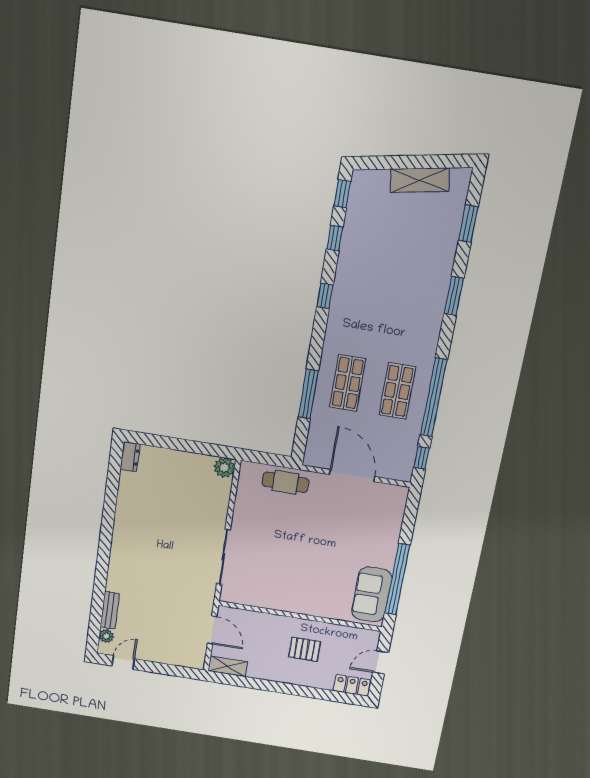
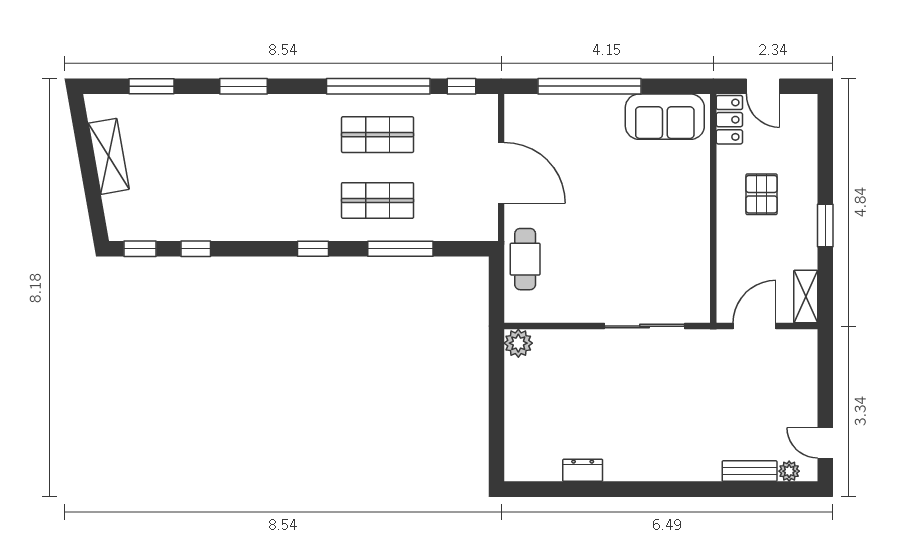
window: (325, 296) -> (313, 249), moved
dresser: (130, 457) -> (583, 470), moved
door: (352, 476) -> (501, 173), swing flipped
window: (397, 579) -> (589, 86), moved
locker: (352, 685) -> (729, 120), moved, turned 180
window: (275, 687) -> (825, 225), added

